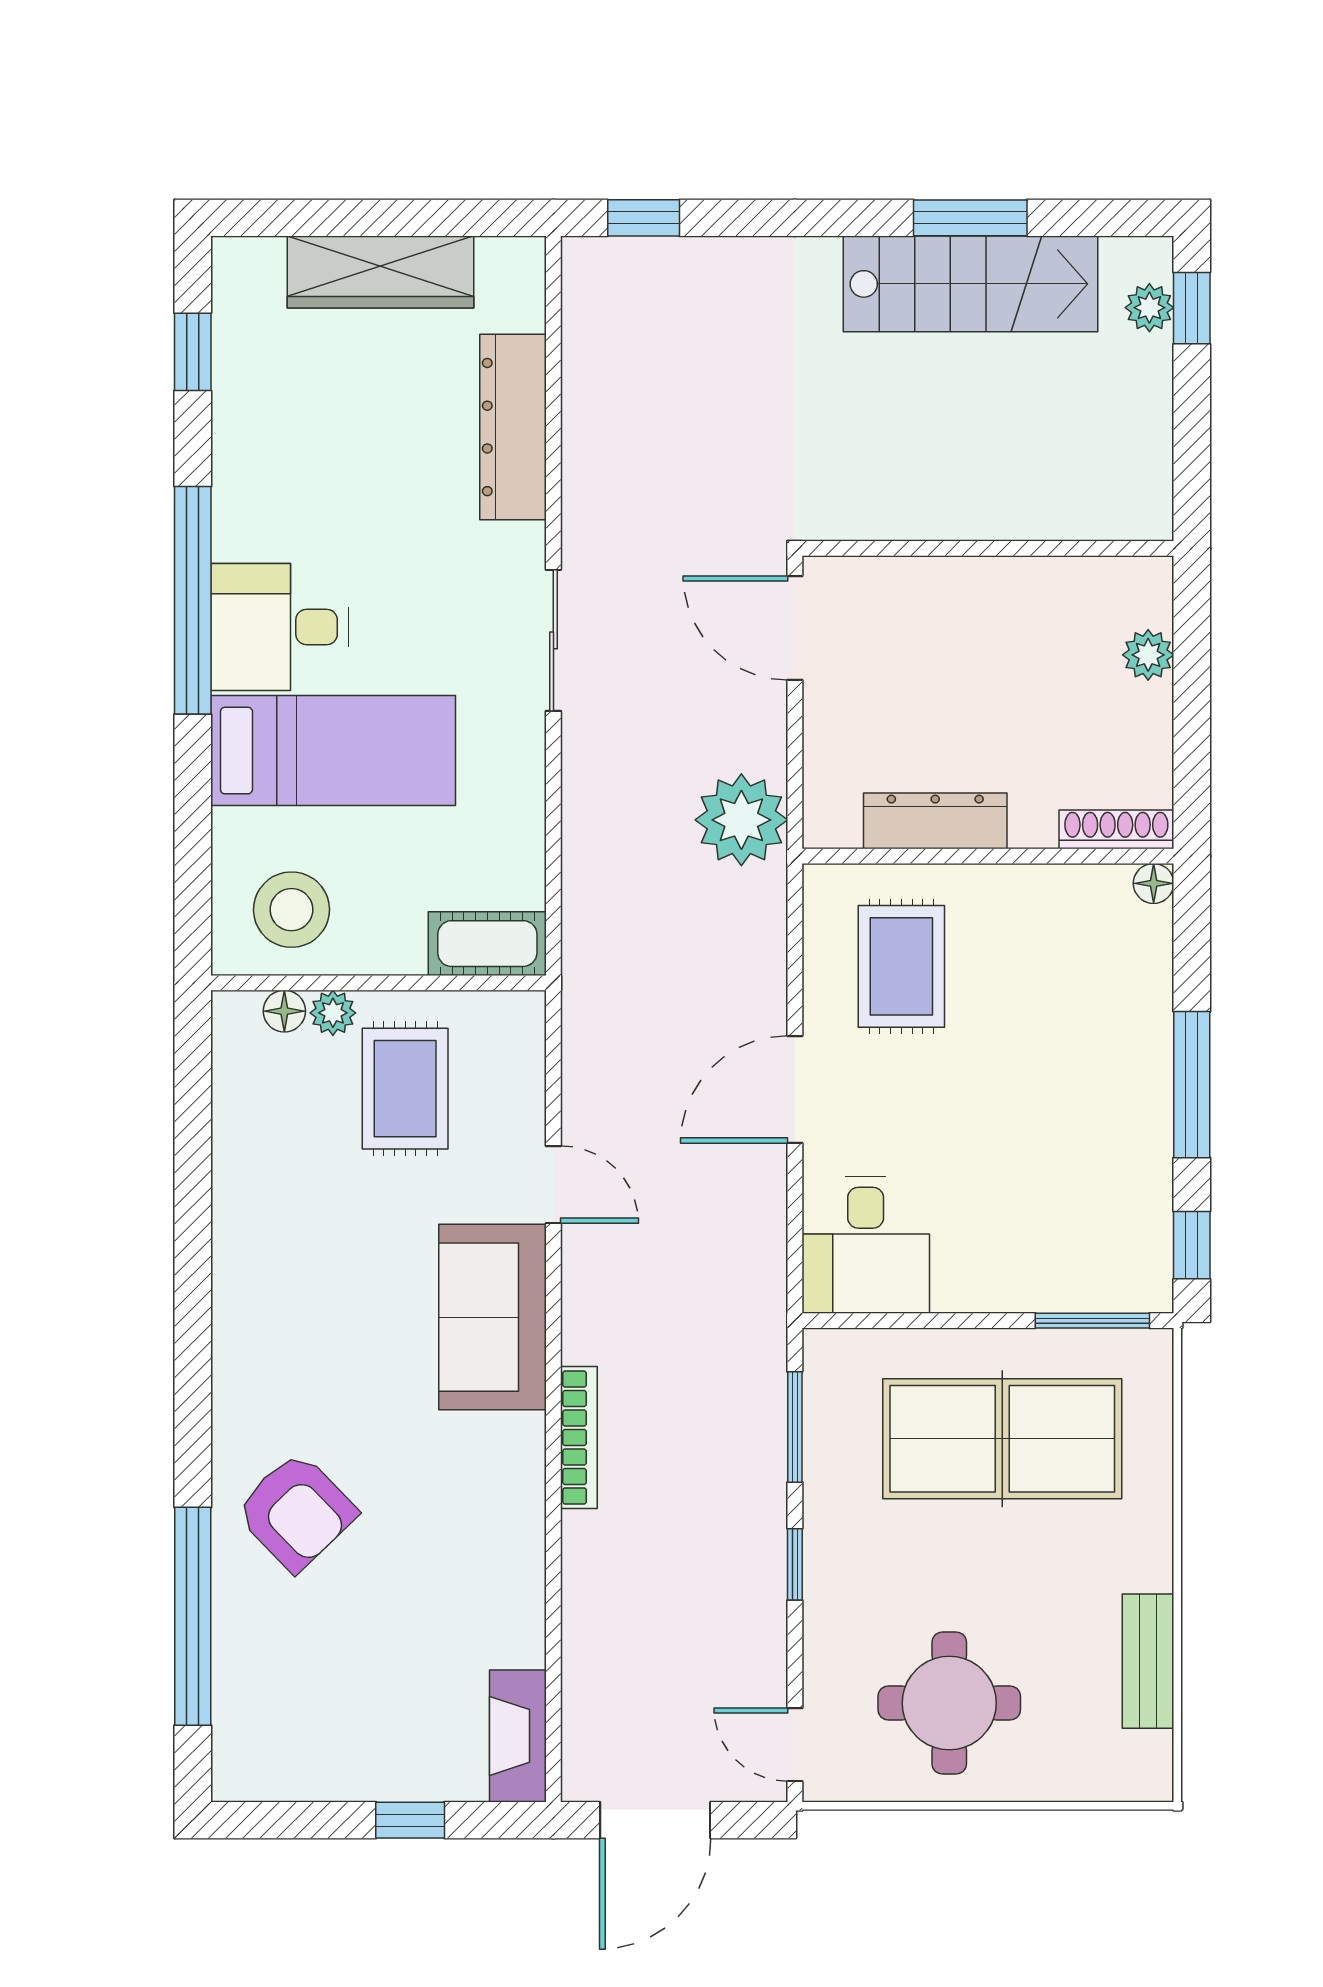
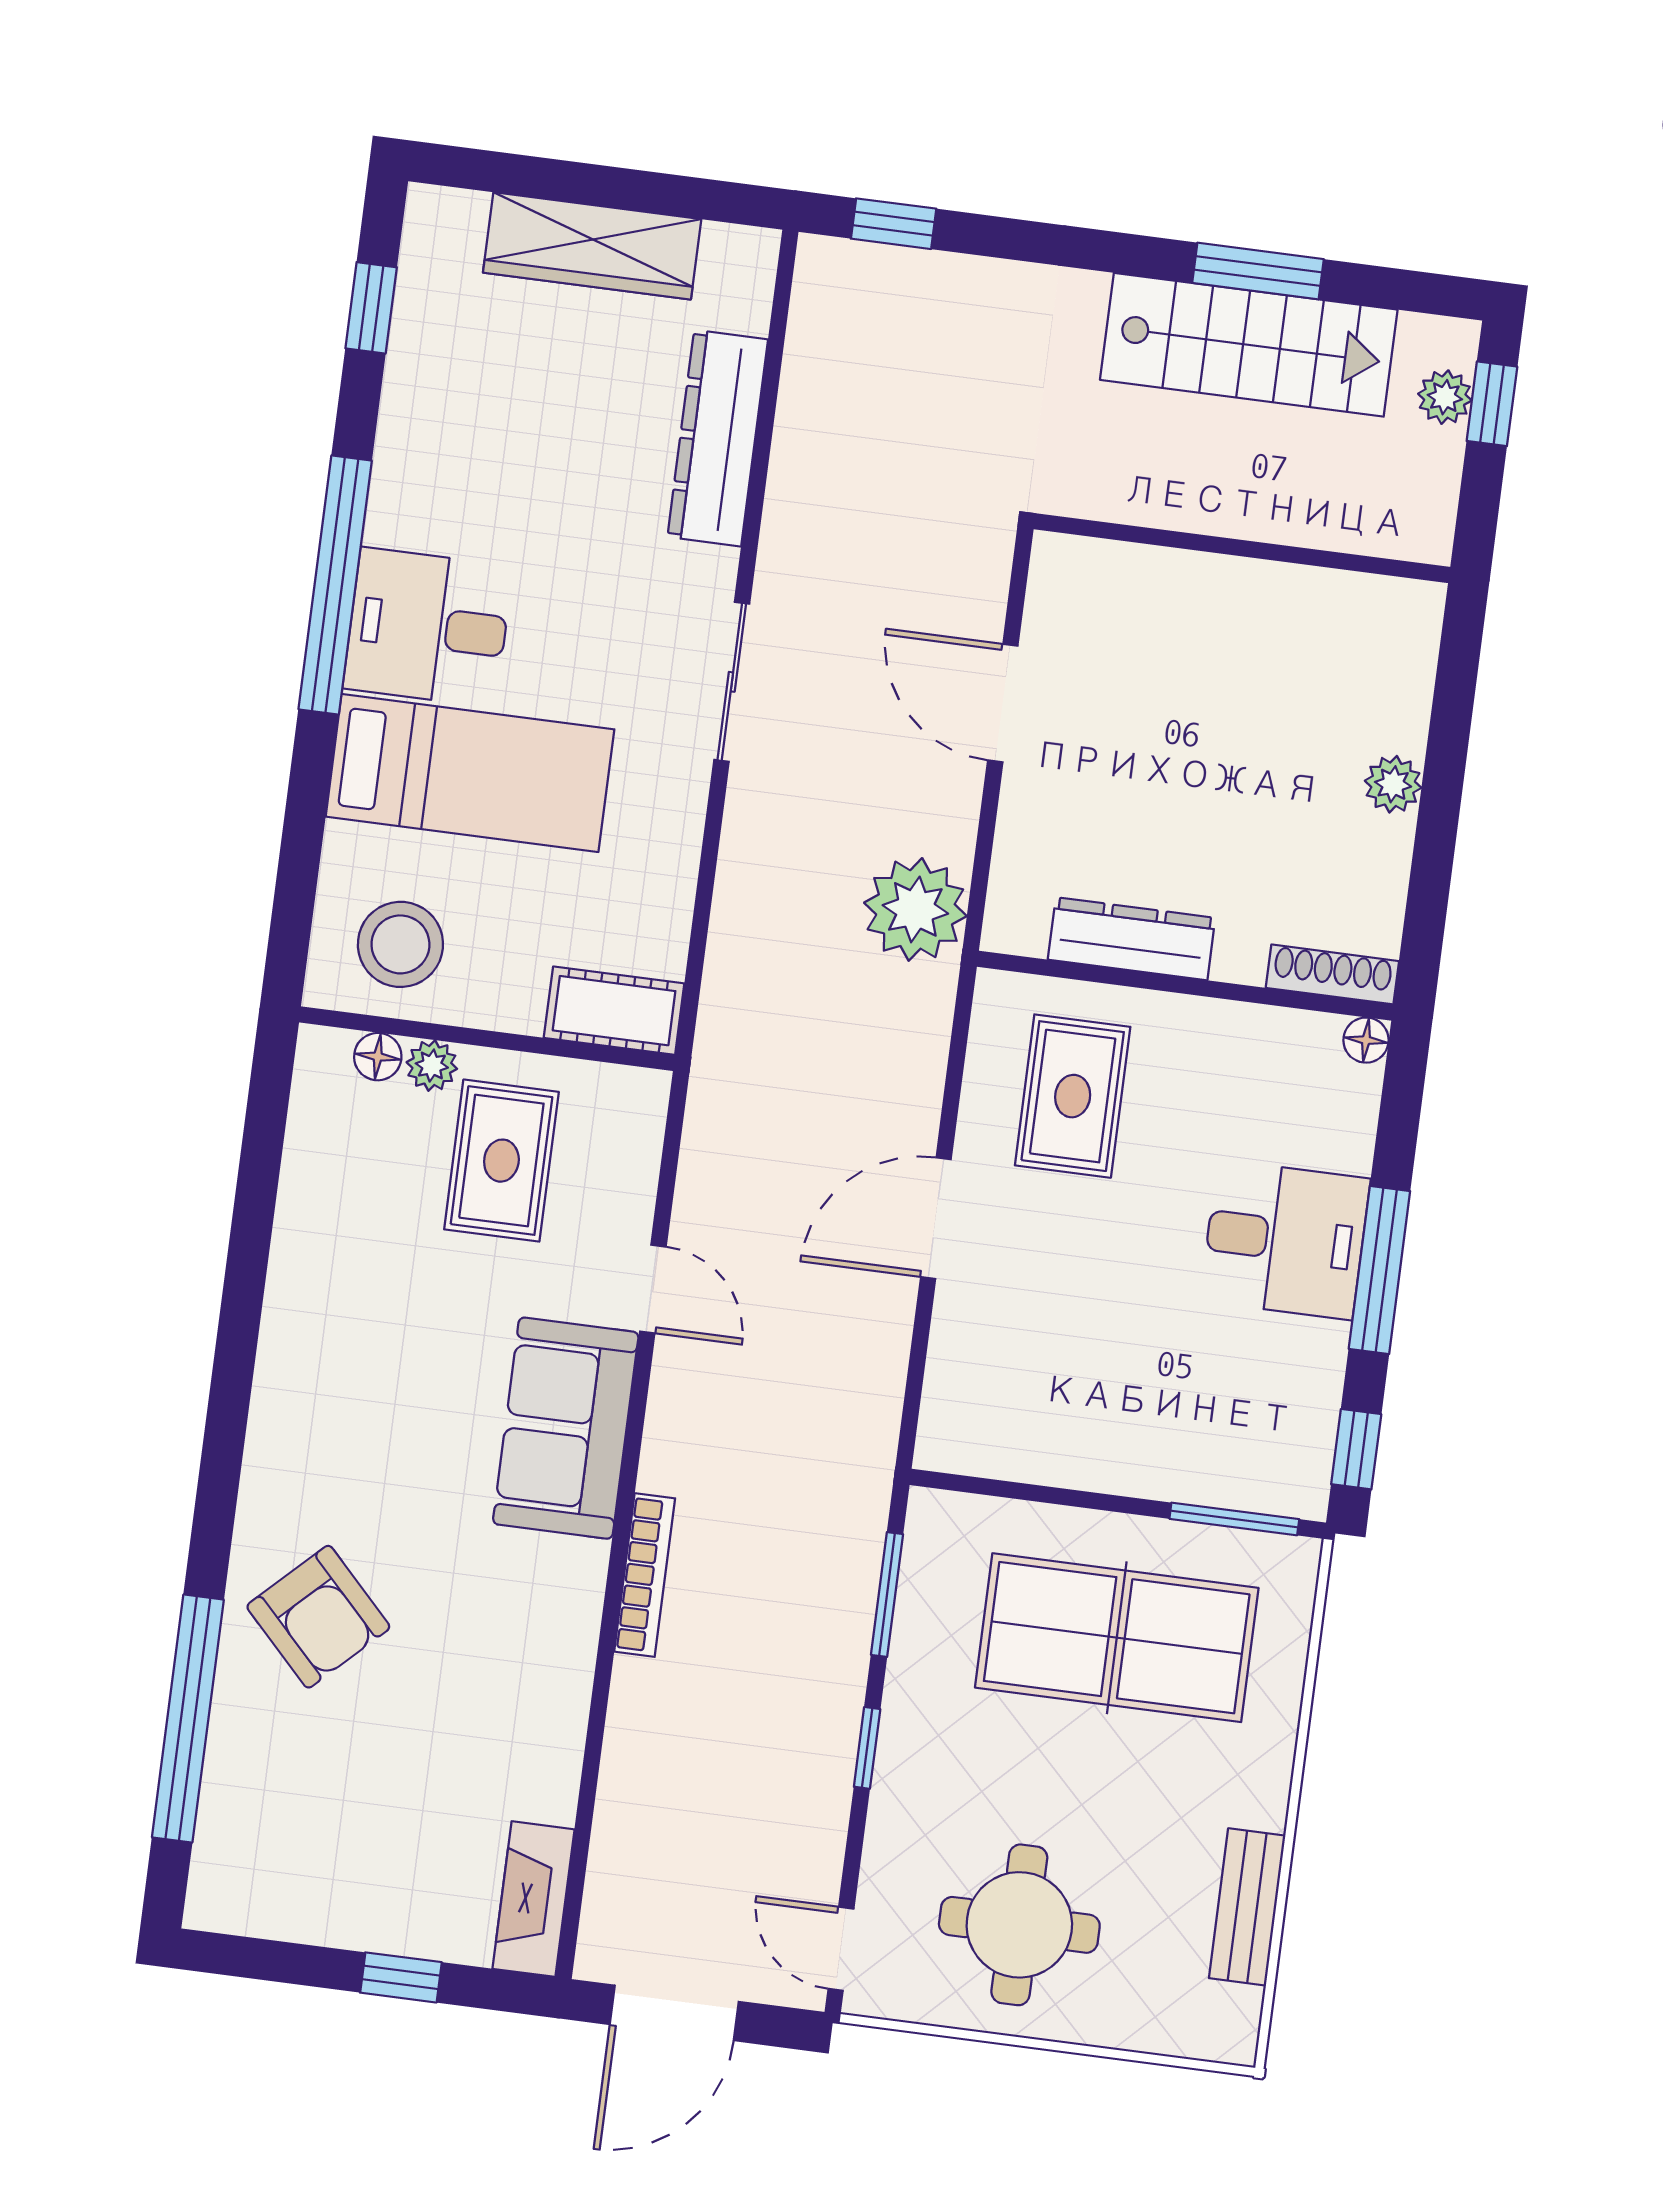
wall: (988, 548) -> (1242, 548), moved
desk: (866, 1245) -> (1285, 1240), moved, turned -90

